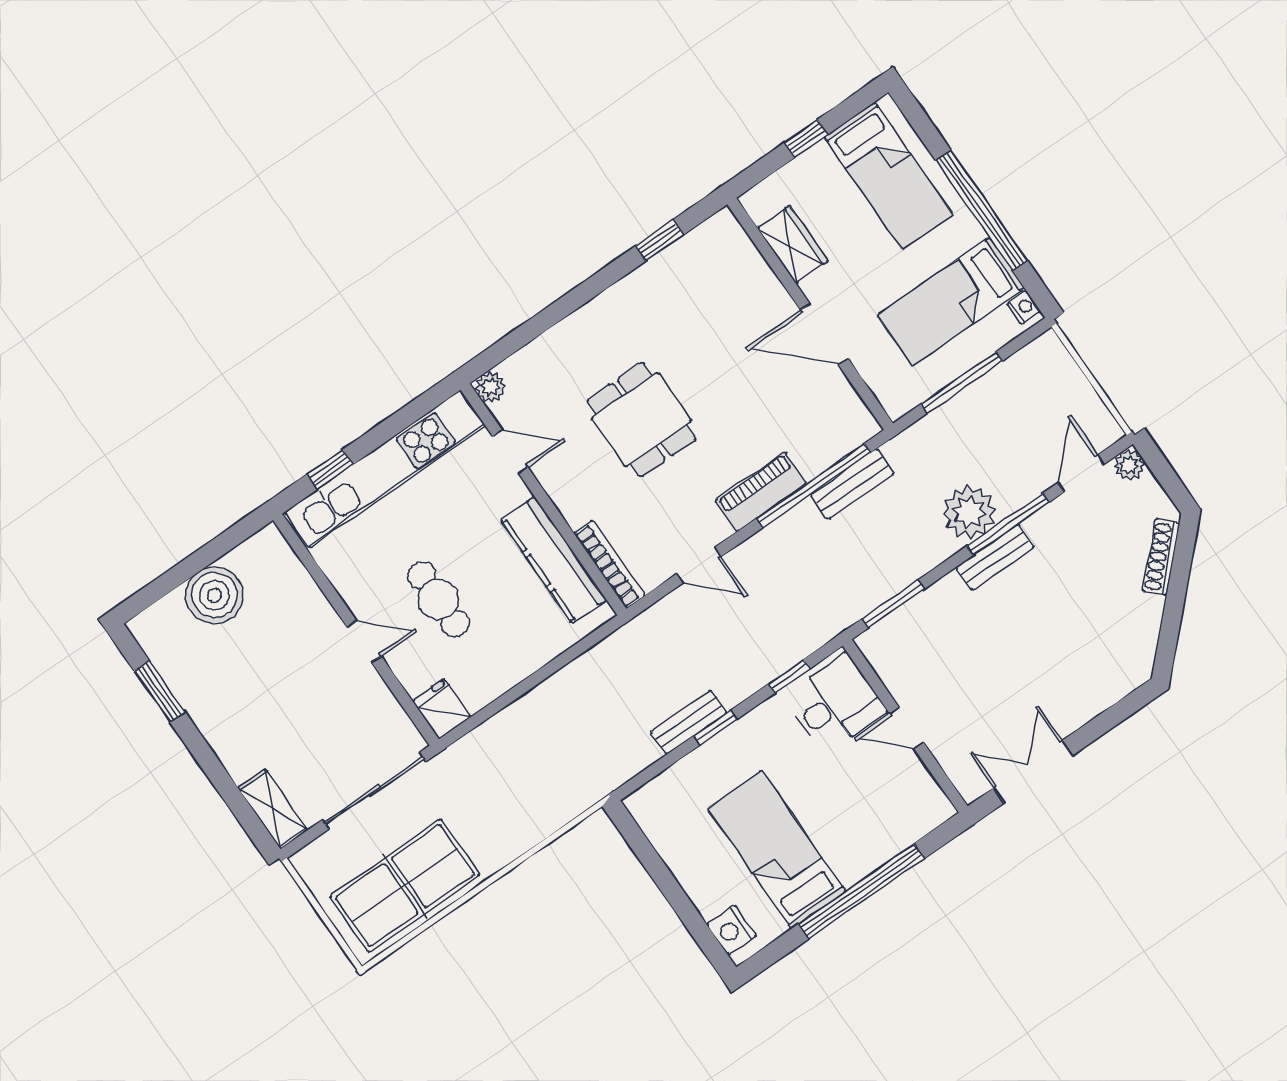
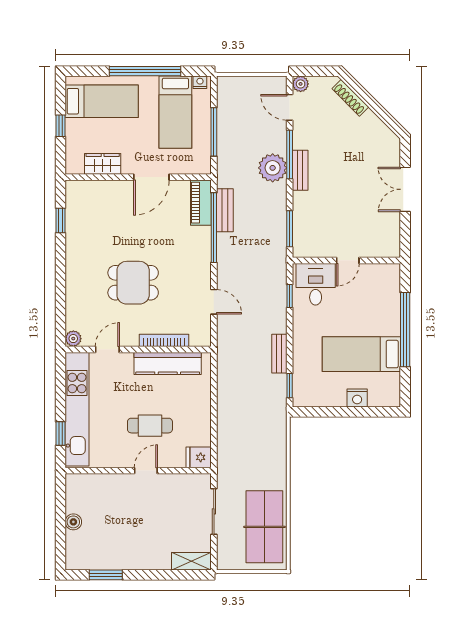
piano: (761, 492) -> (201, 203), moved
bookcase: (610, 564) -> (164, 340), moved
door: (699, 565) -> (214, 302), hinge flipped
boiler: (214, 595) -> (73, 522), width x0.54, depth x0.54
window: (716, 727) -> (290, 386), moved
double door: (1033, 772) -> (405, 189), moved
sliding door: (374, 791) -> (214, 511), width x0.73
nightstand: (731, 930) -> (357, 398), moved

